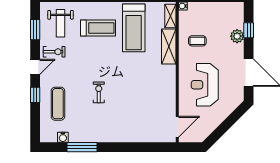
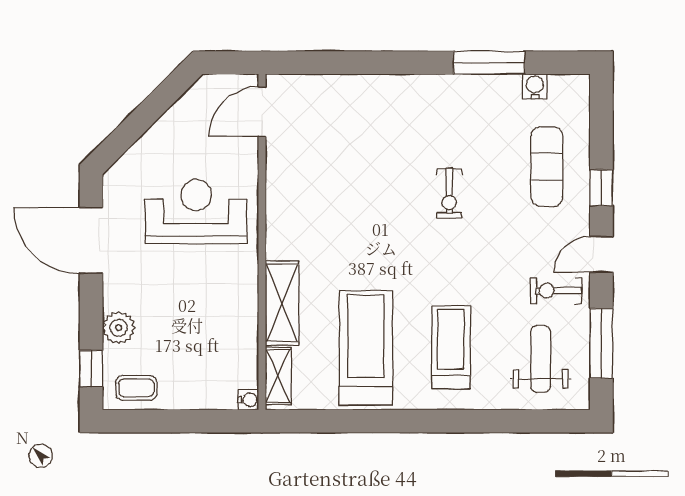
treadmill: (98, 28) -> (451, 347), turned 90
window: (35, 30) -> (601, 343), width x1.44
window: (249, 30) -> (91, 368), moved
coffee table: (197, 41) -> (136, 388), moved
reception desk: (205, 85) -> (196, 212), turned -90

